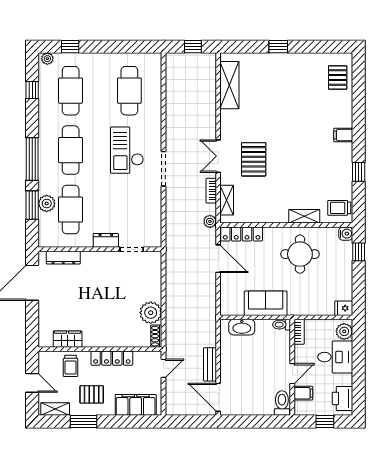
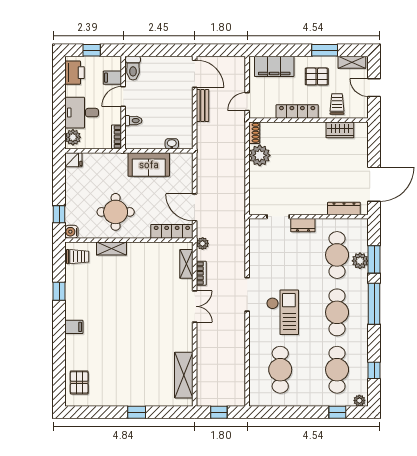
pallet: (254, 159) -> (160, 303), removed
toilet: (282, 325) -> (133, 121), moved
washbasin: (242, 327) -> (172, 144), width x0.52, depth x0.69

